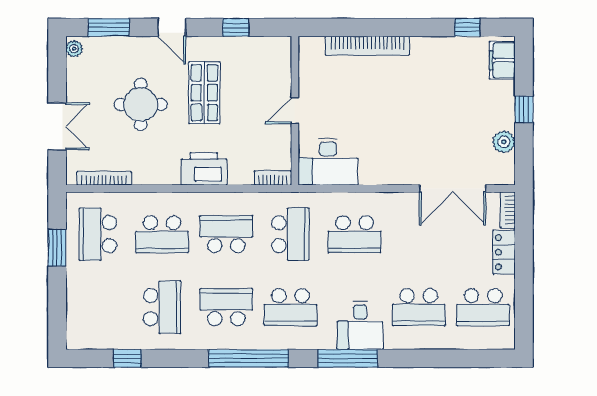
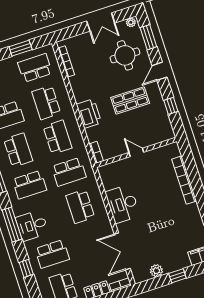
round table: (141, 104) -> (125, 55), moved
double door: (57, 126) -> (101, 22), moved
desk: (328, 162) -> (123, 204), moved
school desk: (290, 307) -> (29, 185), turned -90
school desk: (419, 307) -> (52, 254), turned -90
window: (429, 358) -> (26, 268), added

